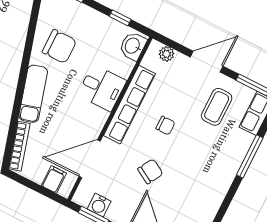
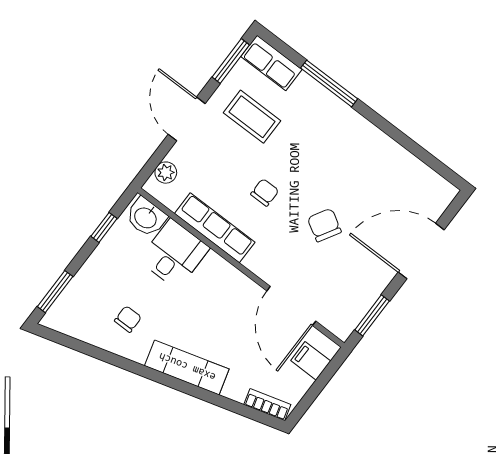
chair: (59, 46) -> (128, 319), width x0.54, depth x0.54
desk: (102, 88) -> (174, 254), moved
row of seats: (129, 105) -> (215, 228), width x0.73
bookcase: (19, 146) -> (267, 405), width x0.64
water cooler: (99, 205) -> (358, 305), removed

